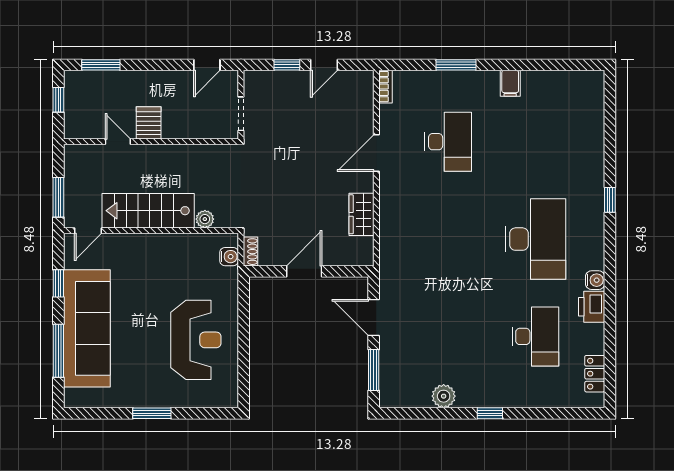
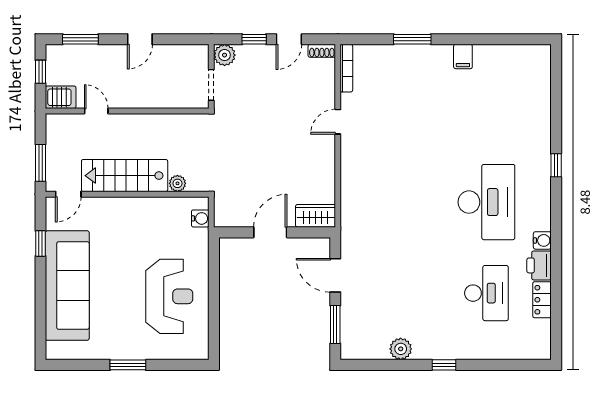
door: (207, 65) -> (140, 39), moved
plant: (255, 82) -> (225, 55), added
bookcase: (385, 87) -> (346, 68), width x1.56
server rack: (149, 123) -> (61, 97), moved, turned 90
desk: (448, 142) -> (405, 111), removed
door: (376, 153) -> (338, 122), width x0.73
wardrobe: (362, 214) -> (316, 216), moved, turned 90
shoe rack: (251, 252) -> (322, 51), moved, turned 90
window: (58, 351) -> (41, 306), removed
locker: (595, 374) -> (542, 300), moved

